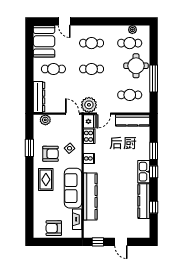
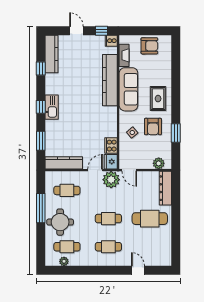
booth: (44, 41) -> (160, 249), removed
cafe table: (53, 69) -> (150, 219), width x1.37, depth x1.35
window: (154, 151) -> (41, 141), moved
armchair: (50, 154) -> (153, 127), turned -90
cooker: (89, 158) -> (111, 41), moved
kitchen counter: (144, 201) -> (52, 54), moved

